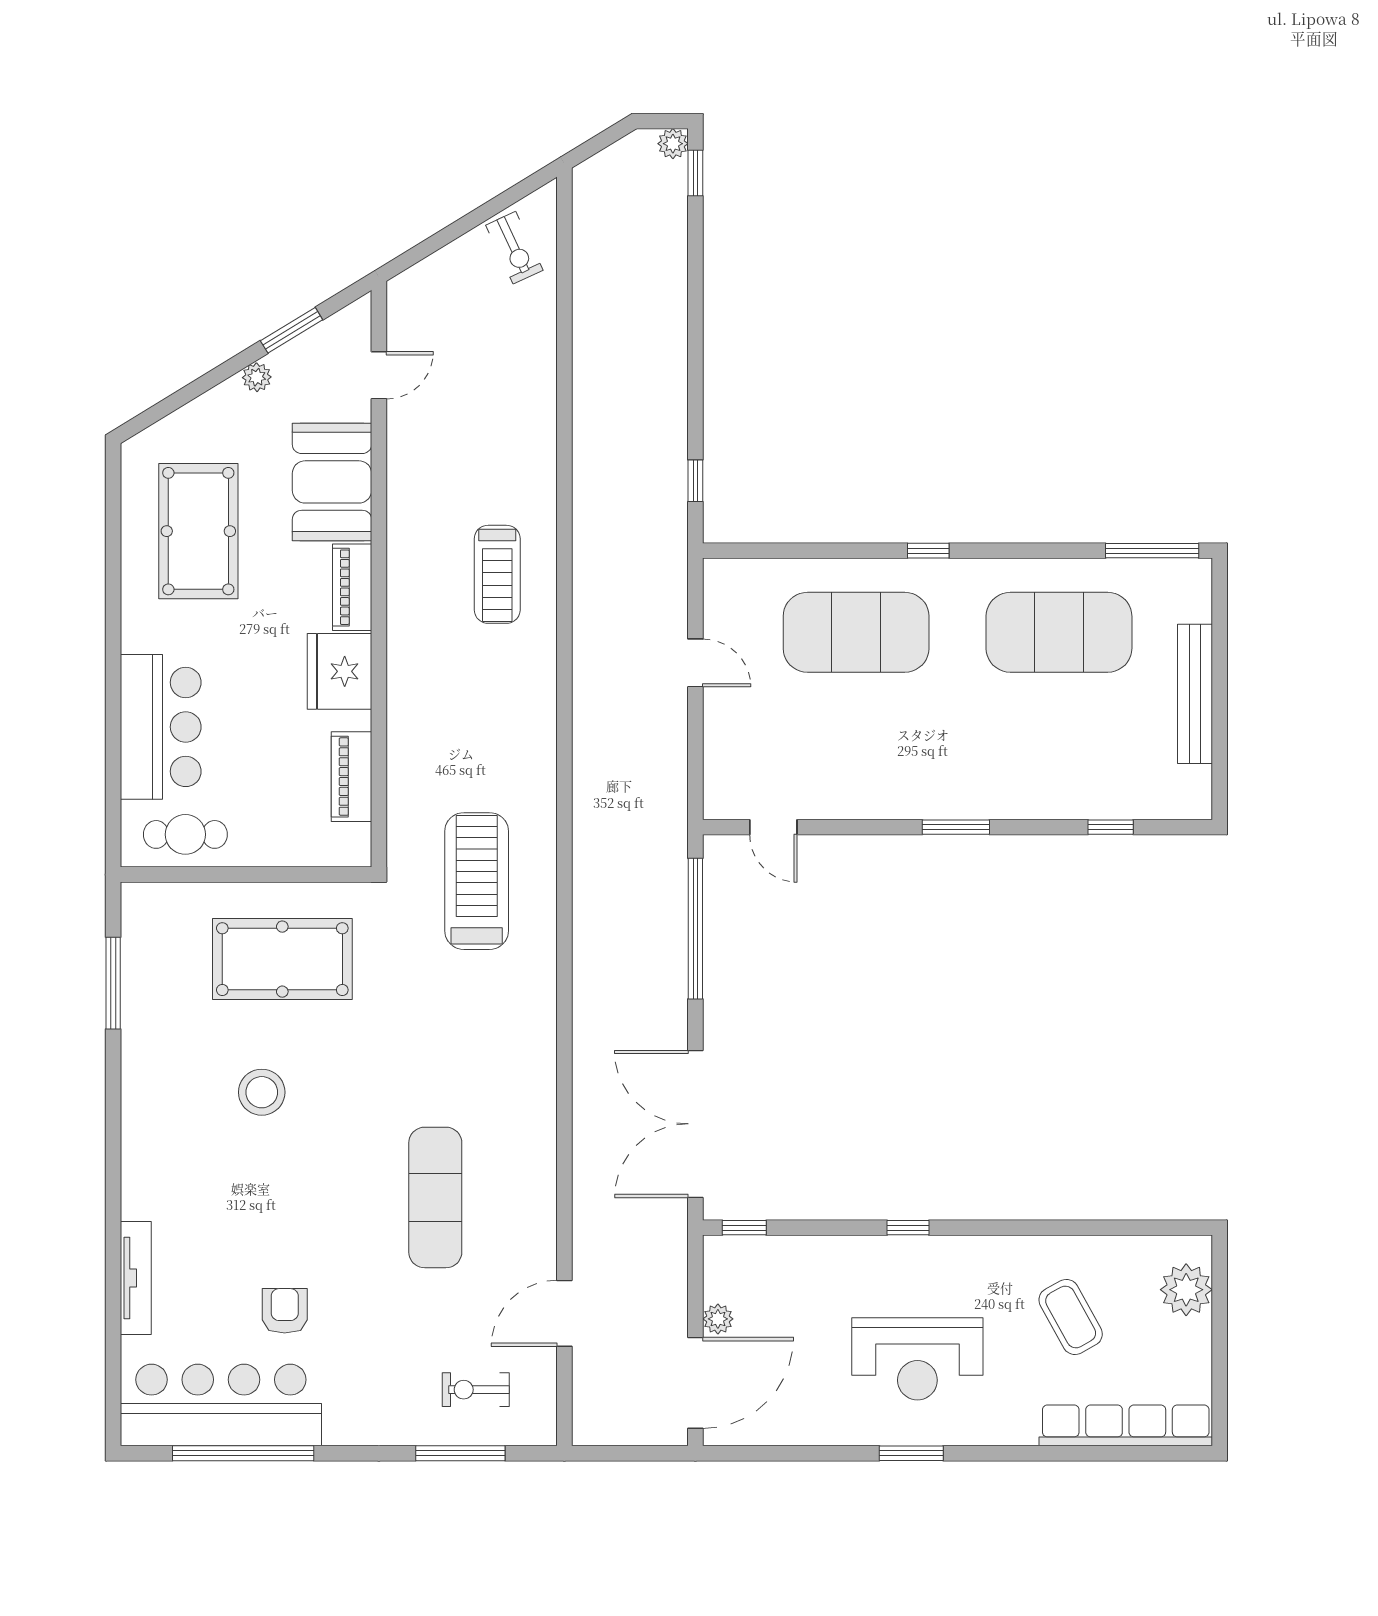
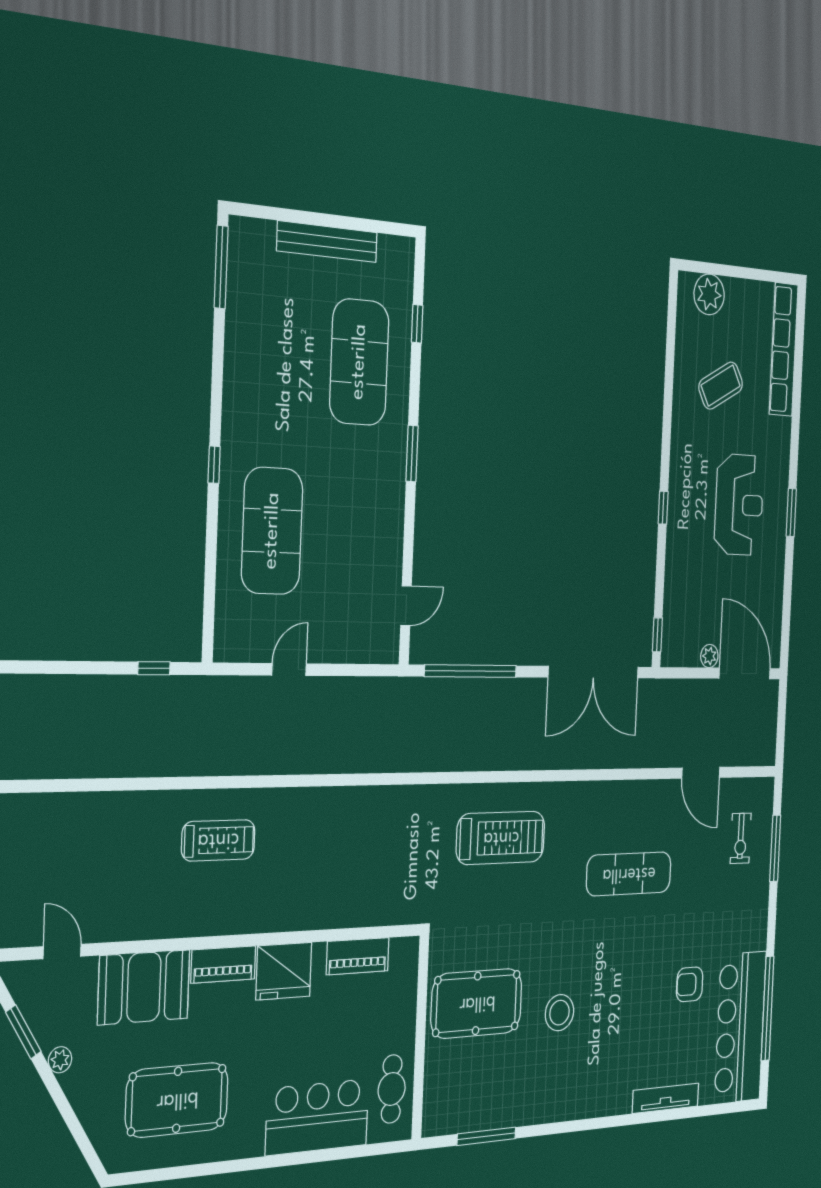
exercise mat: (1059, 632) -> (359, 362), moved
treadmill: (477, 881) -> (501, 838), moved, turned 180
pool table: (282, 959) -> (477, 1003), turned 90

